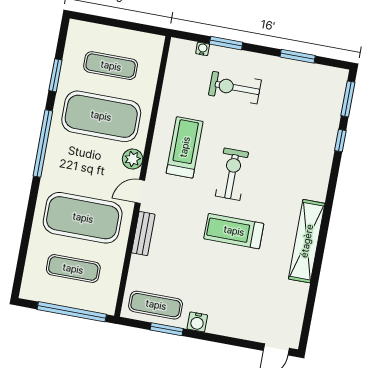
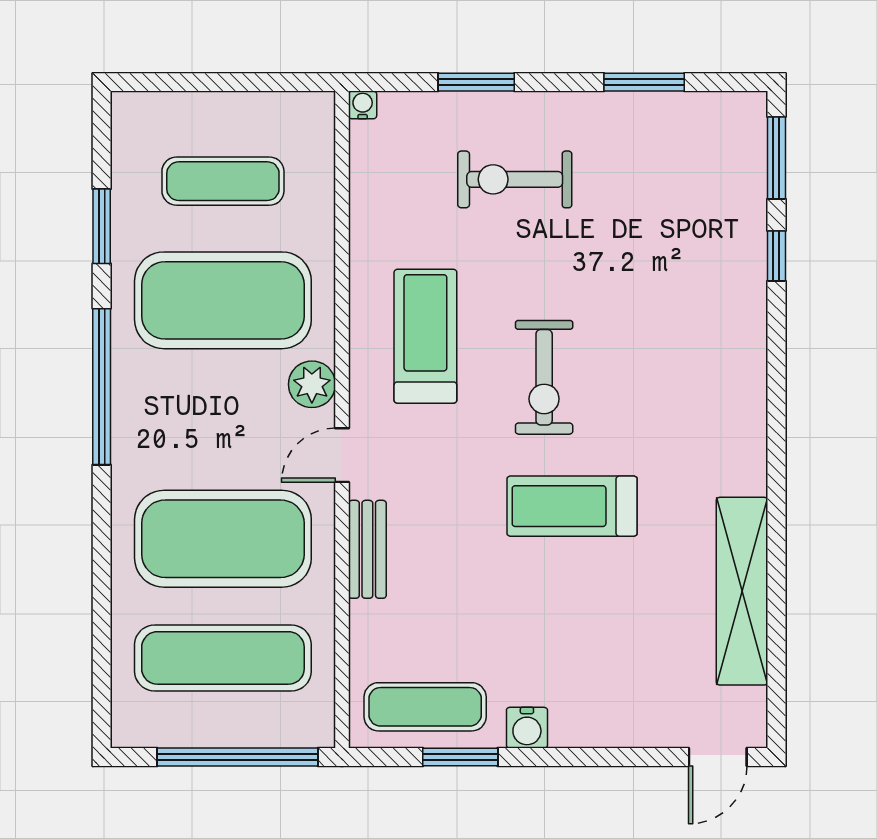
water cooler: (203, 49) -> (363, 105), moved
exercise bike: (232, 174) -> (544, 377), turned 180
shelving: (307, 241) -> (742, 591), moved
exercise mat: (73, 269) -> (223, 658), width x1.36, depth x1.45

